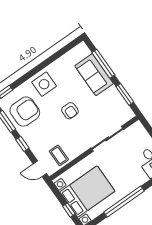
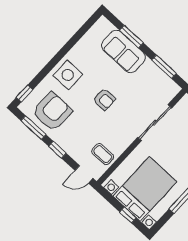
window: (103, 64) -> (131, 37), width x0.69

